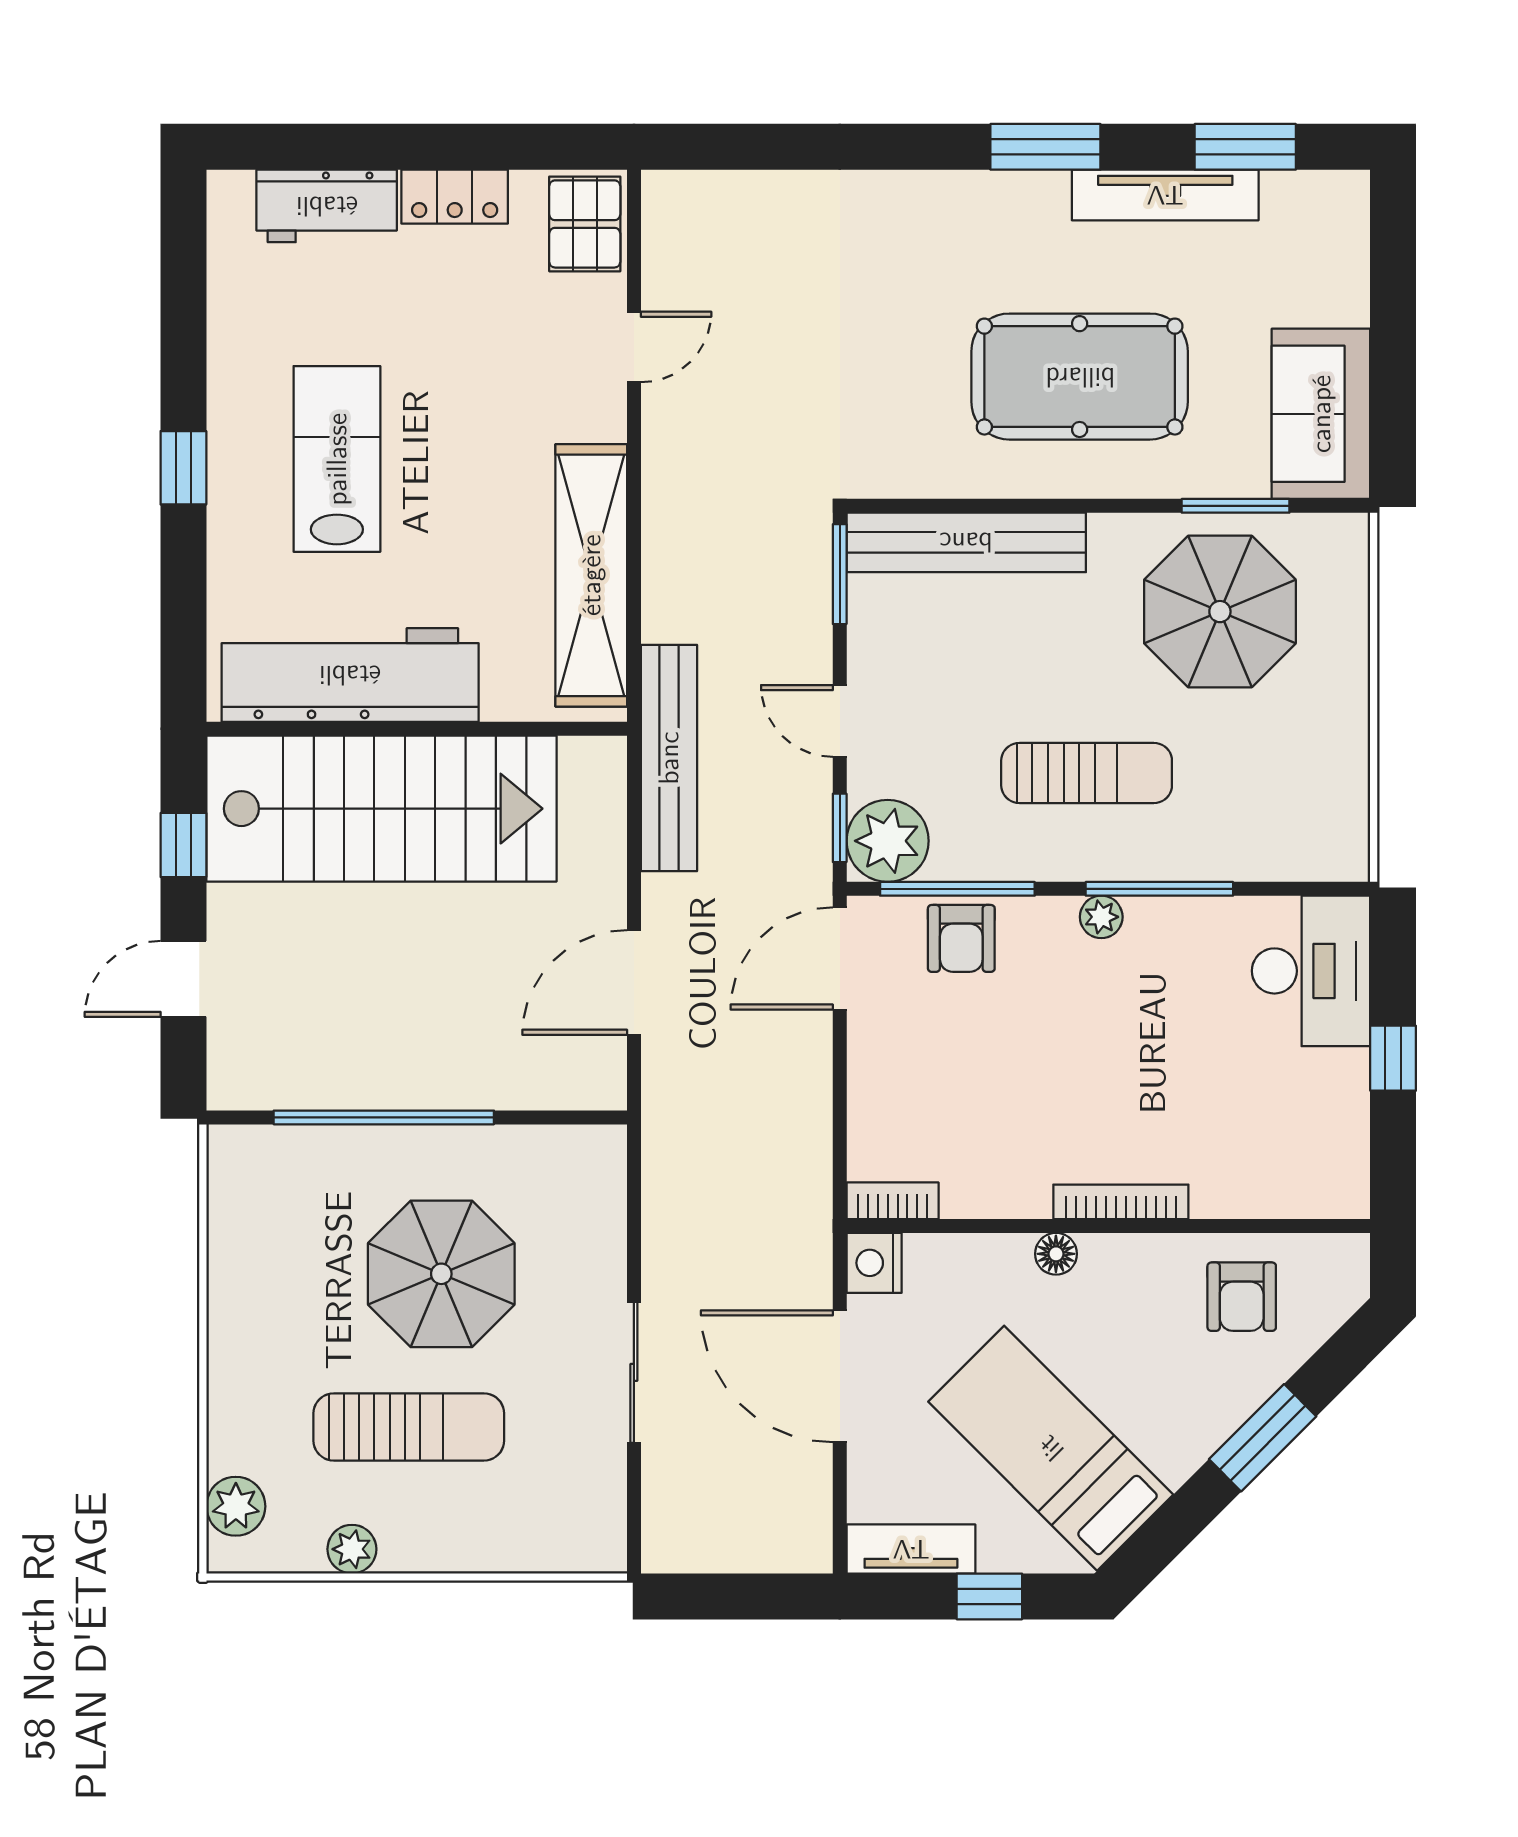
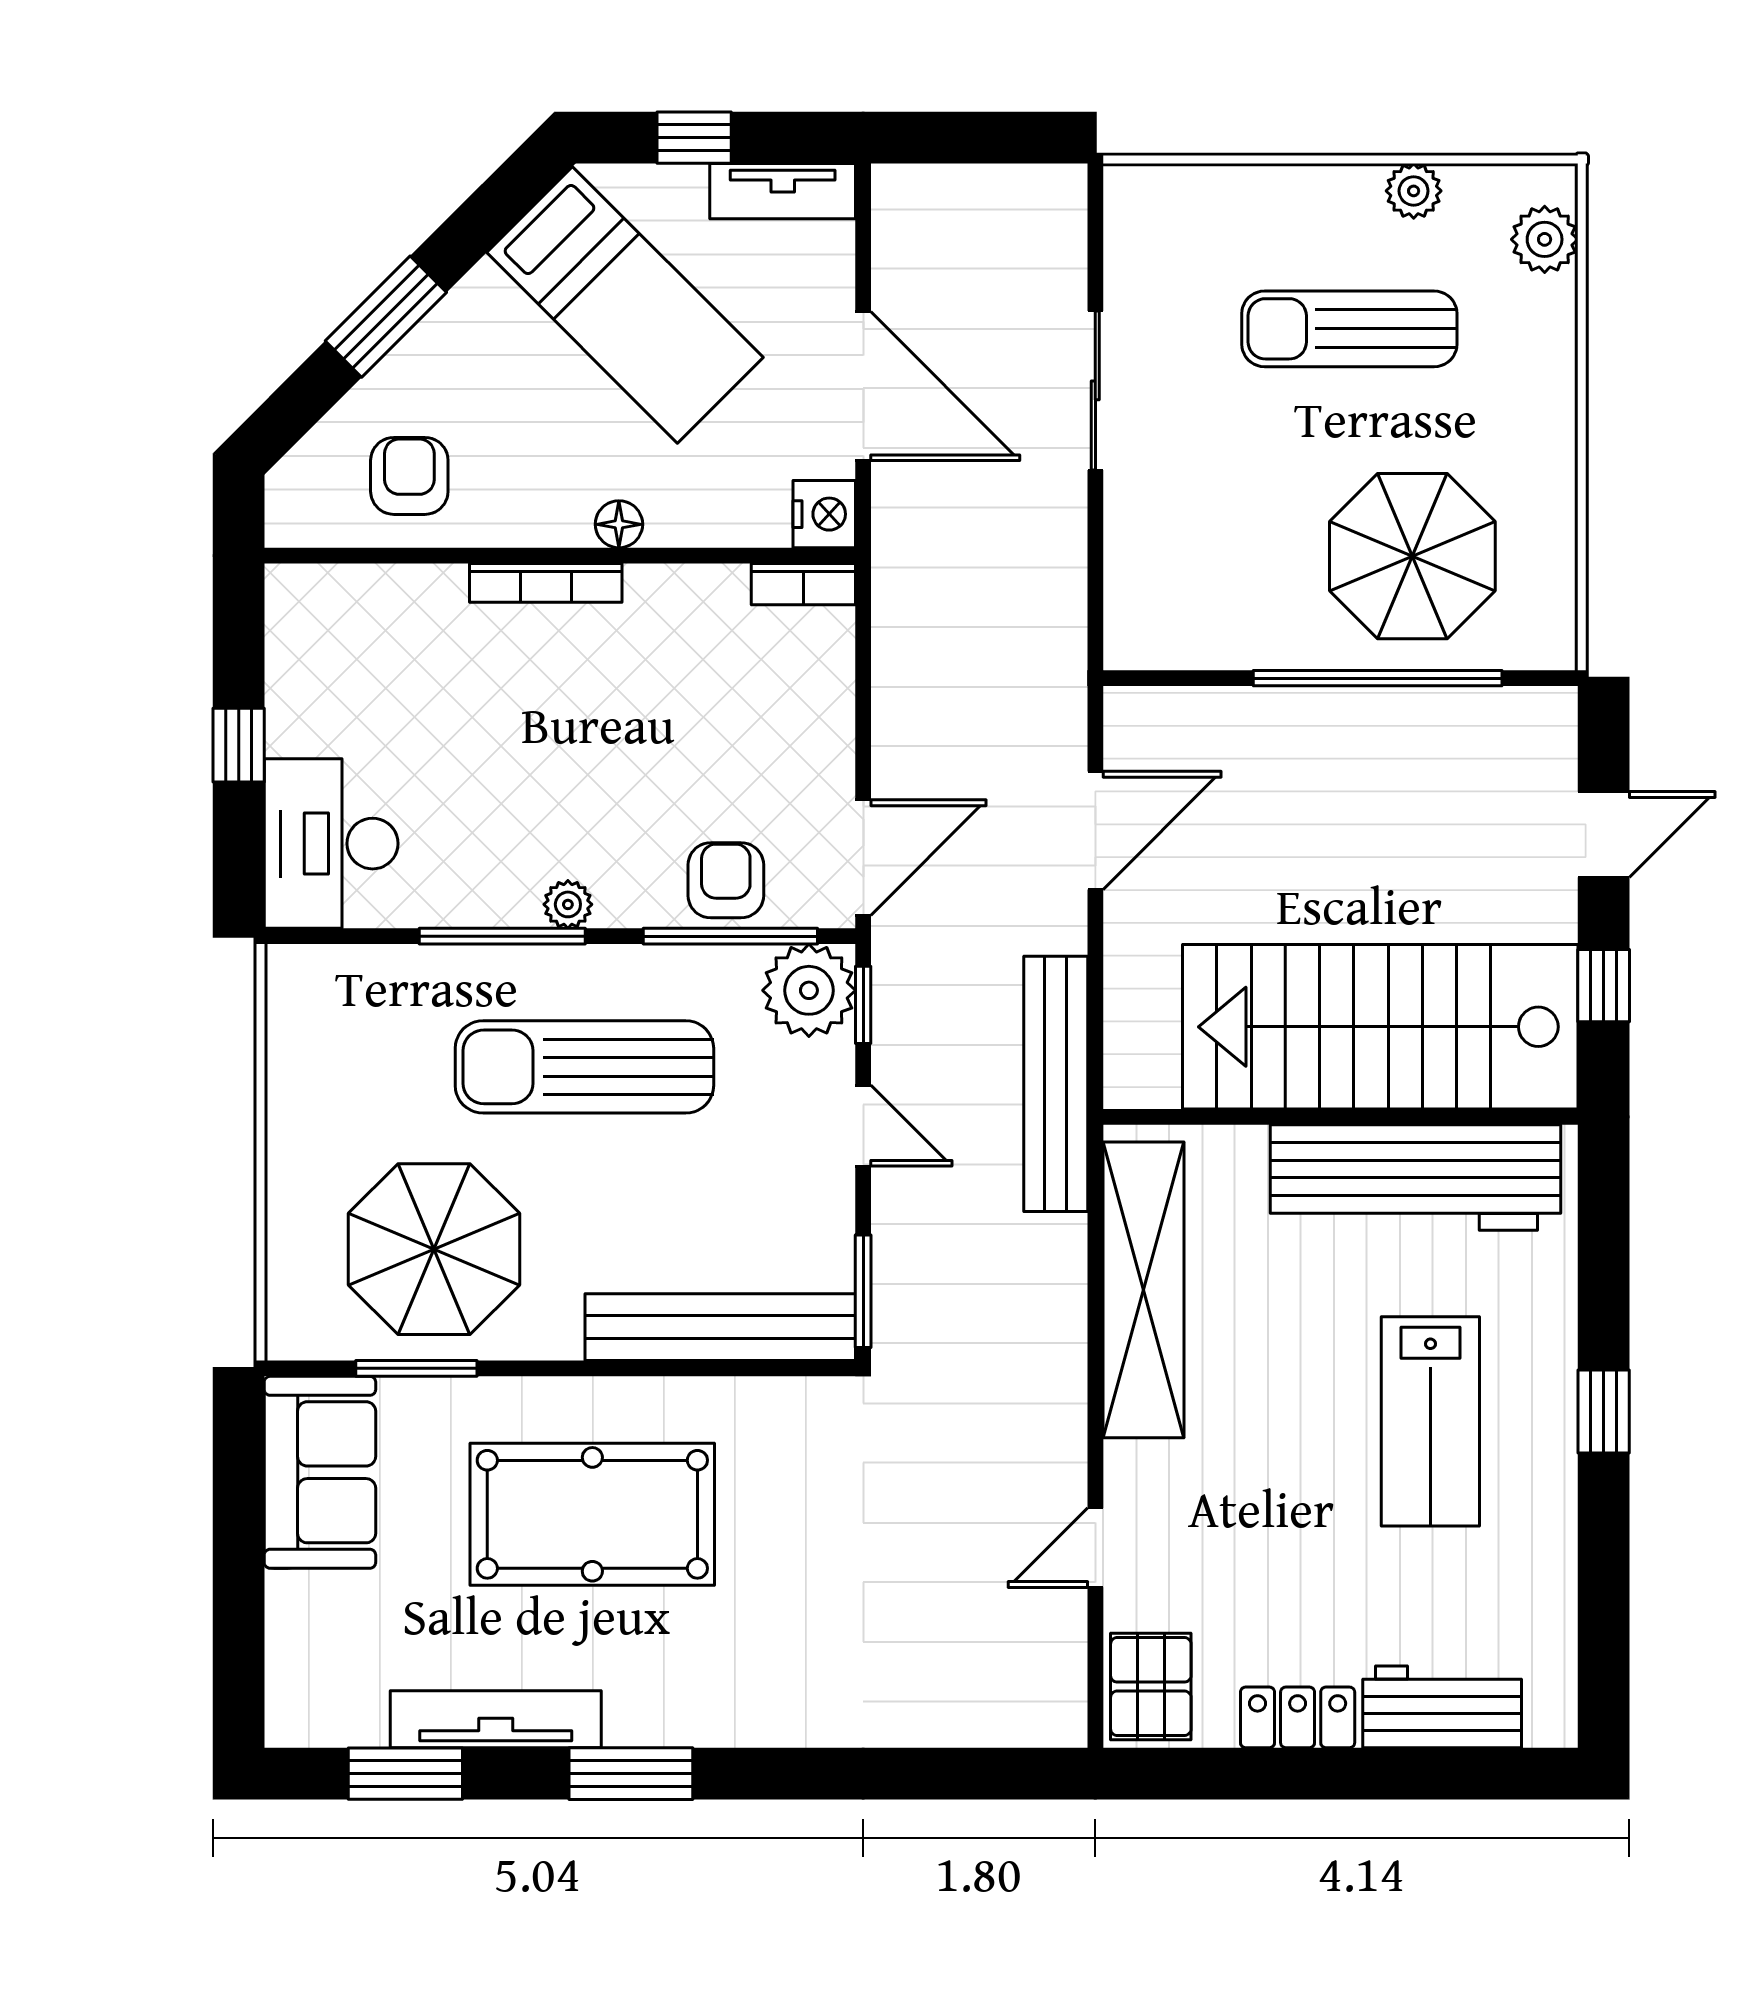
sun lounger: (1087, 773) -> (584, 1067), width x1.36, depth x1.34
parasol: (441, 1274) -> (1412, 556), moved

